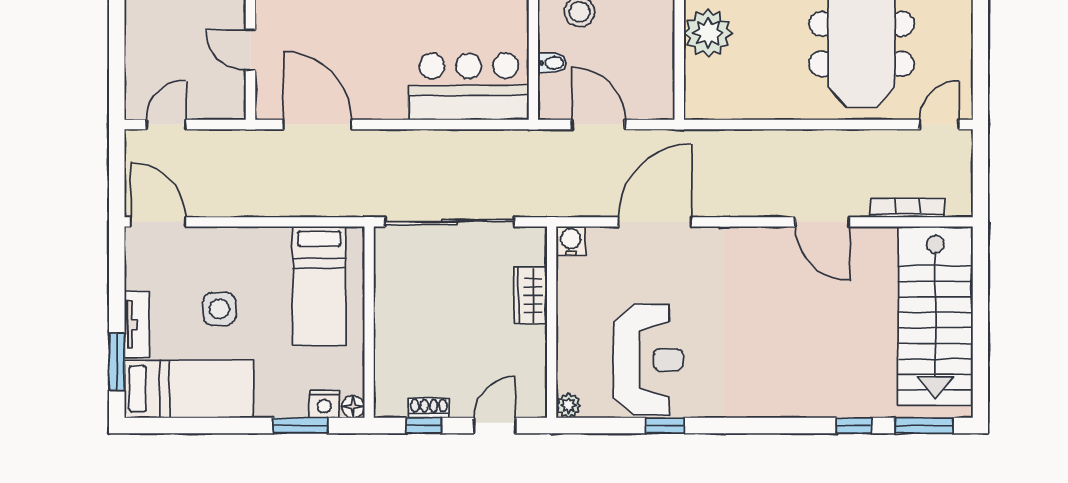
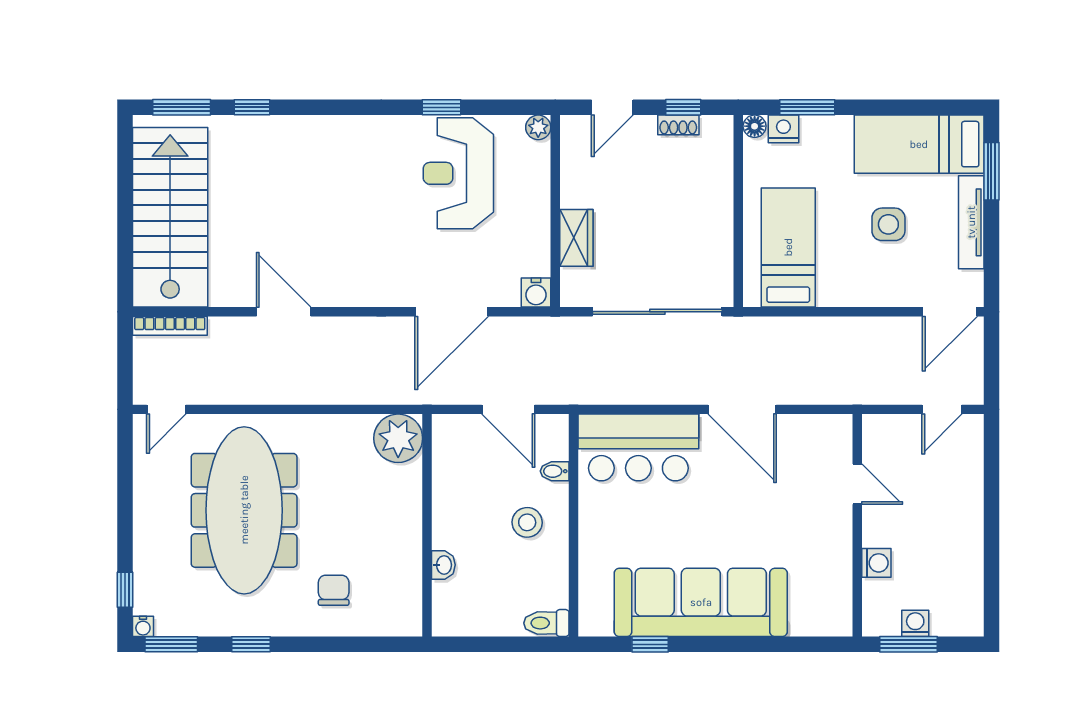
plant: (708, 33) -> (398, 438), moved
door: (317, 125) -> (742, 409), moved
bookcase: (907, 208) -> (170, 326), moved
door: (158, 222) -> (950, 312), hinge flipped
tv unit: (137, 324) -> (971, 222), width x1.41

